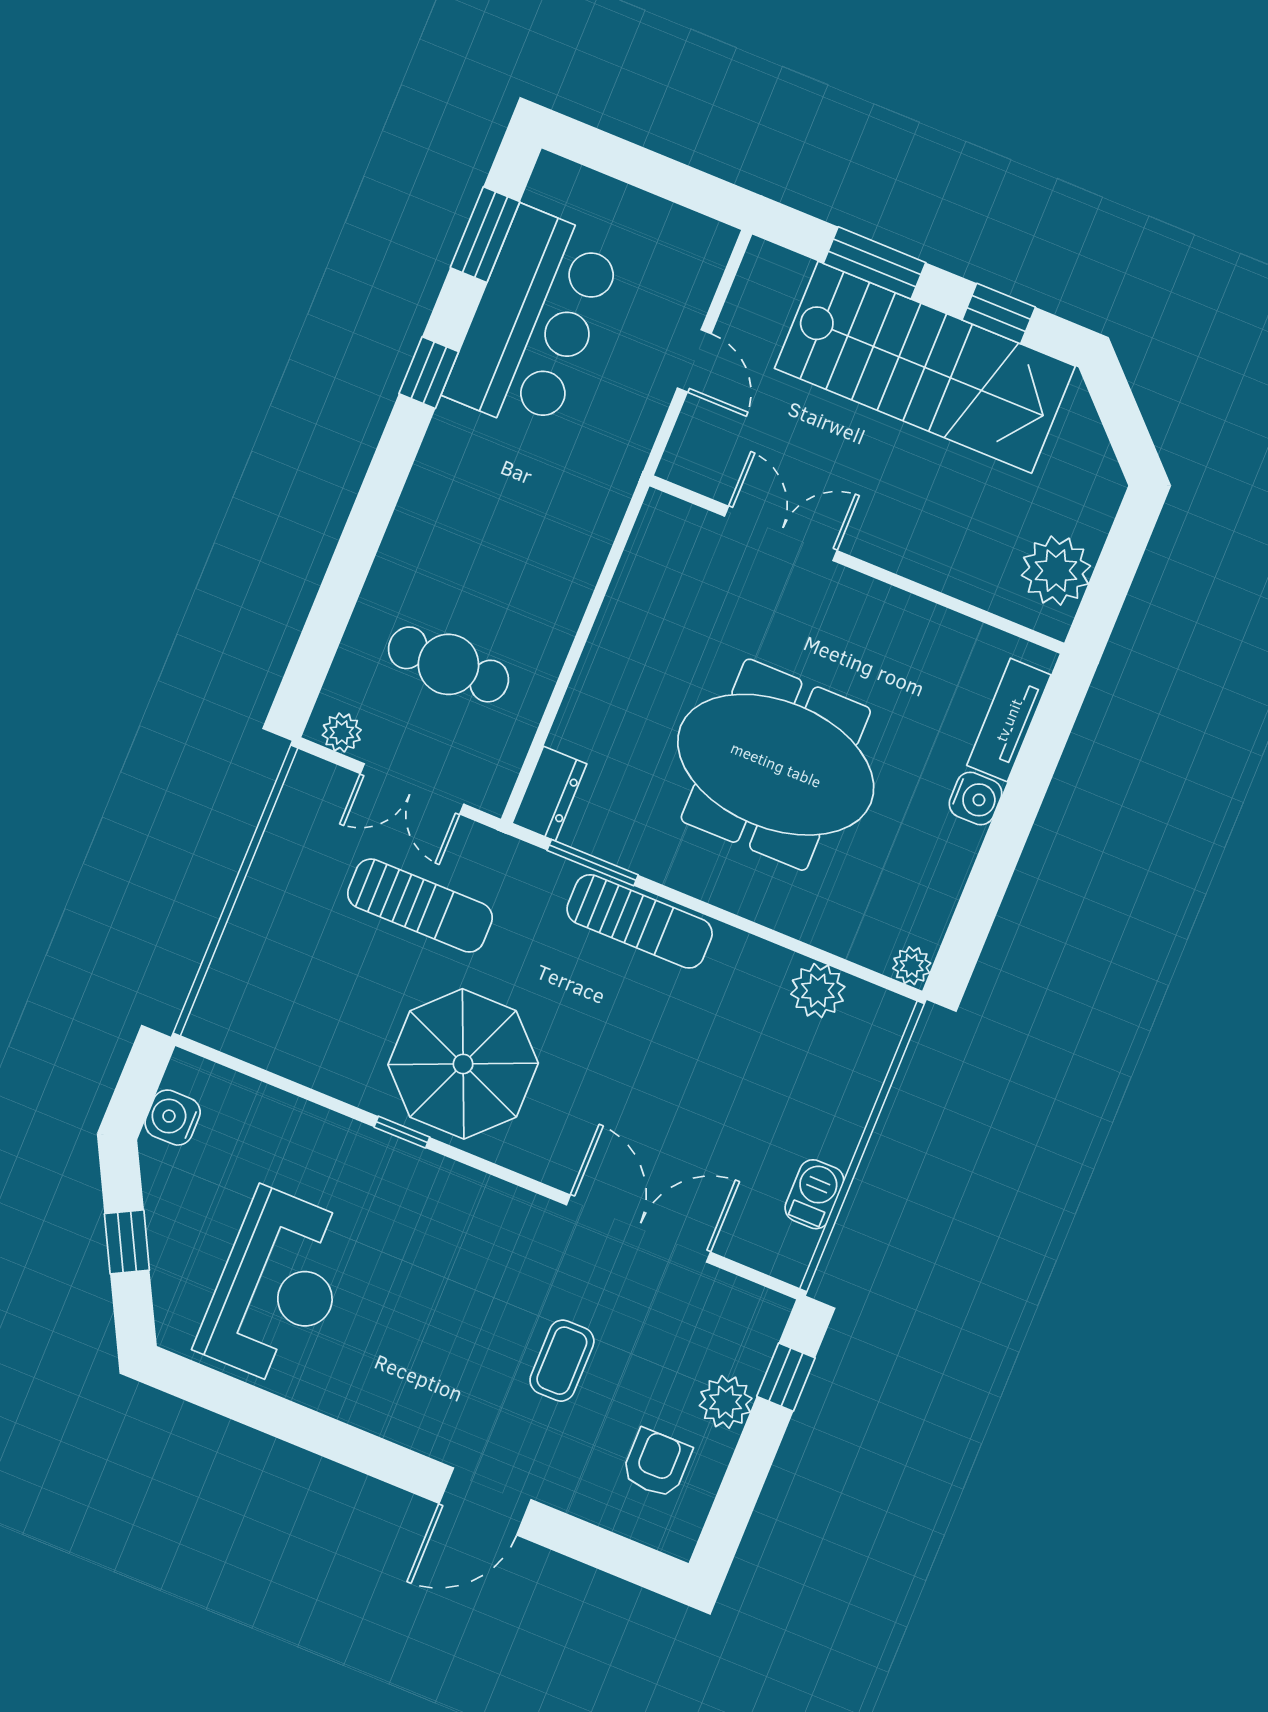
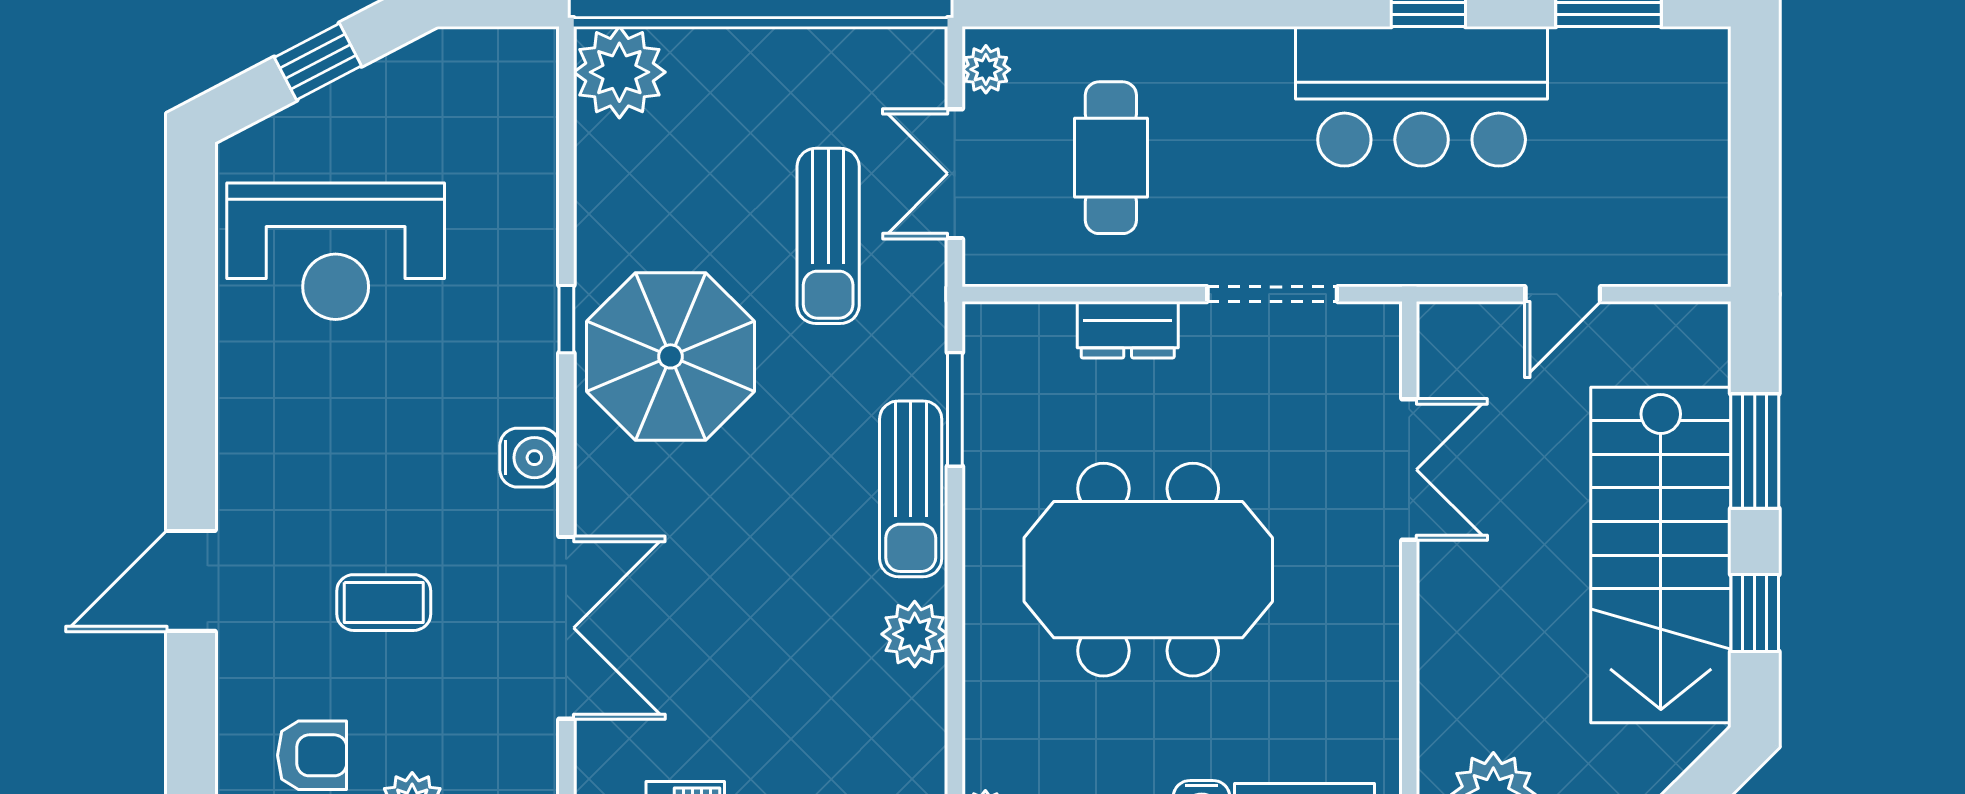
bar counter: (534, 321) -> (1422, 96), moved
doorway: (603, 583) -> (1272, 294), added
meeting table: (776, 765) -> (1148, 570), turned 90
dresser: (549, 794) -> (1128, 330), moved
plant: (818, 991) -> (915, 634), moved
plant: (229, 1014) -> (619, 72), added
water cooler: (173, 1118) -> (530, 458), moved, turned 90
door: (485, 1501) -> (191, 581), hinge flipped

